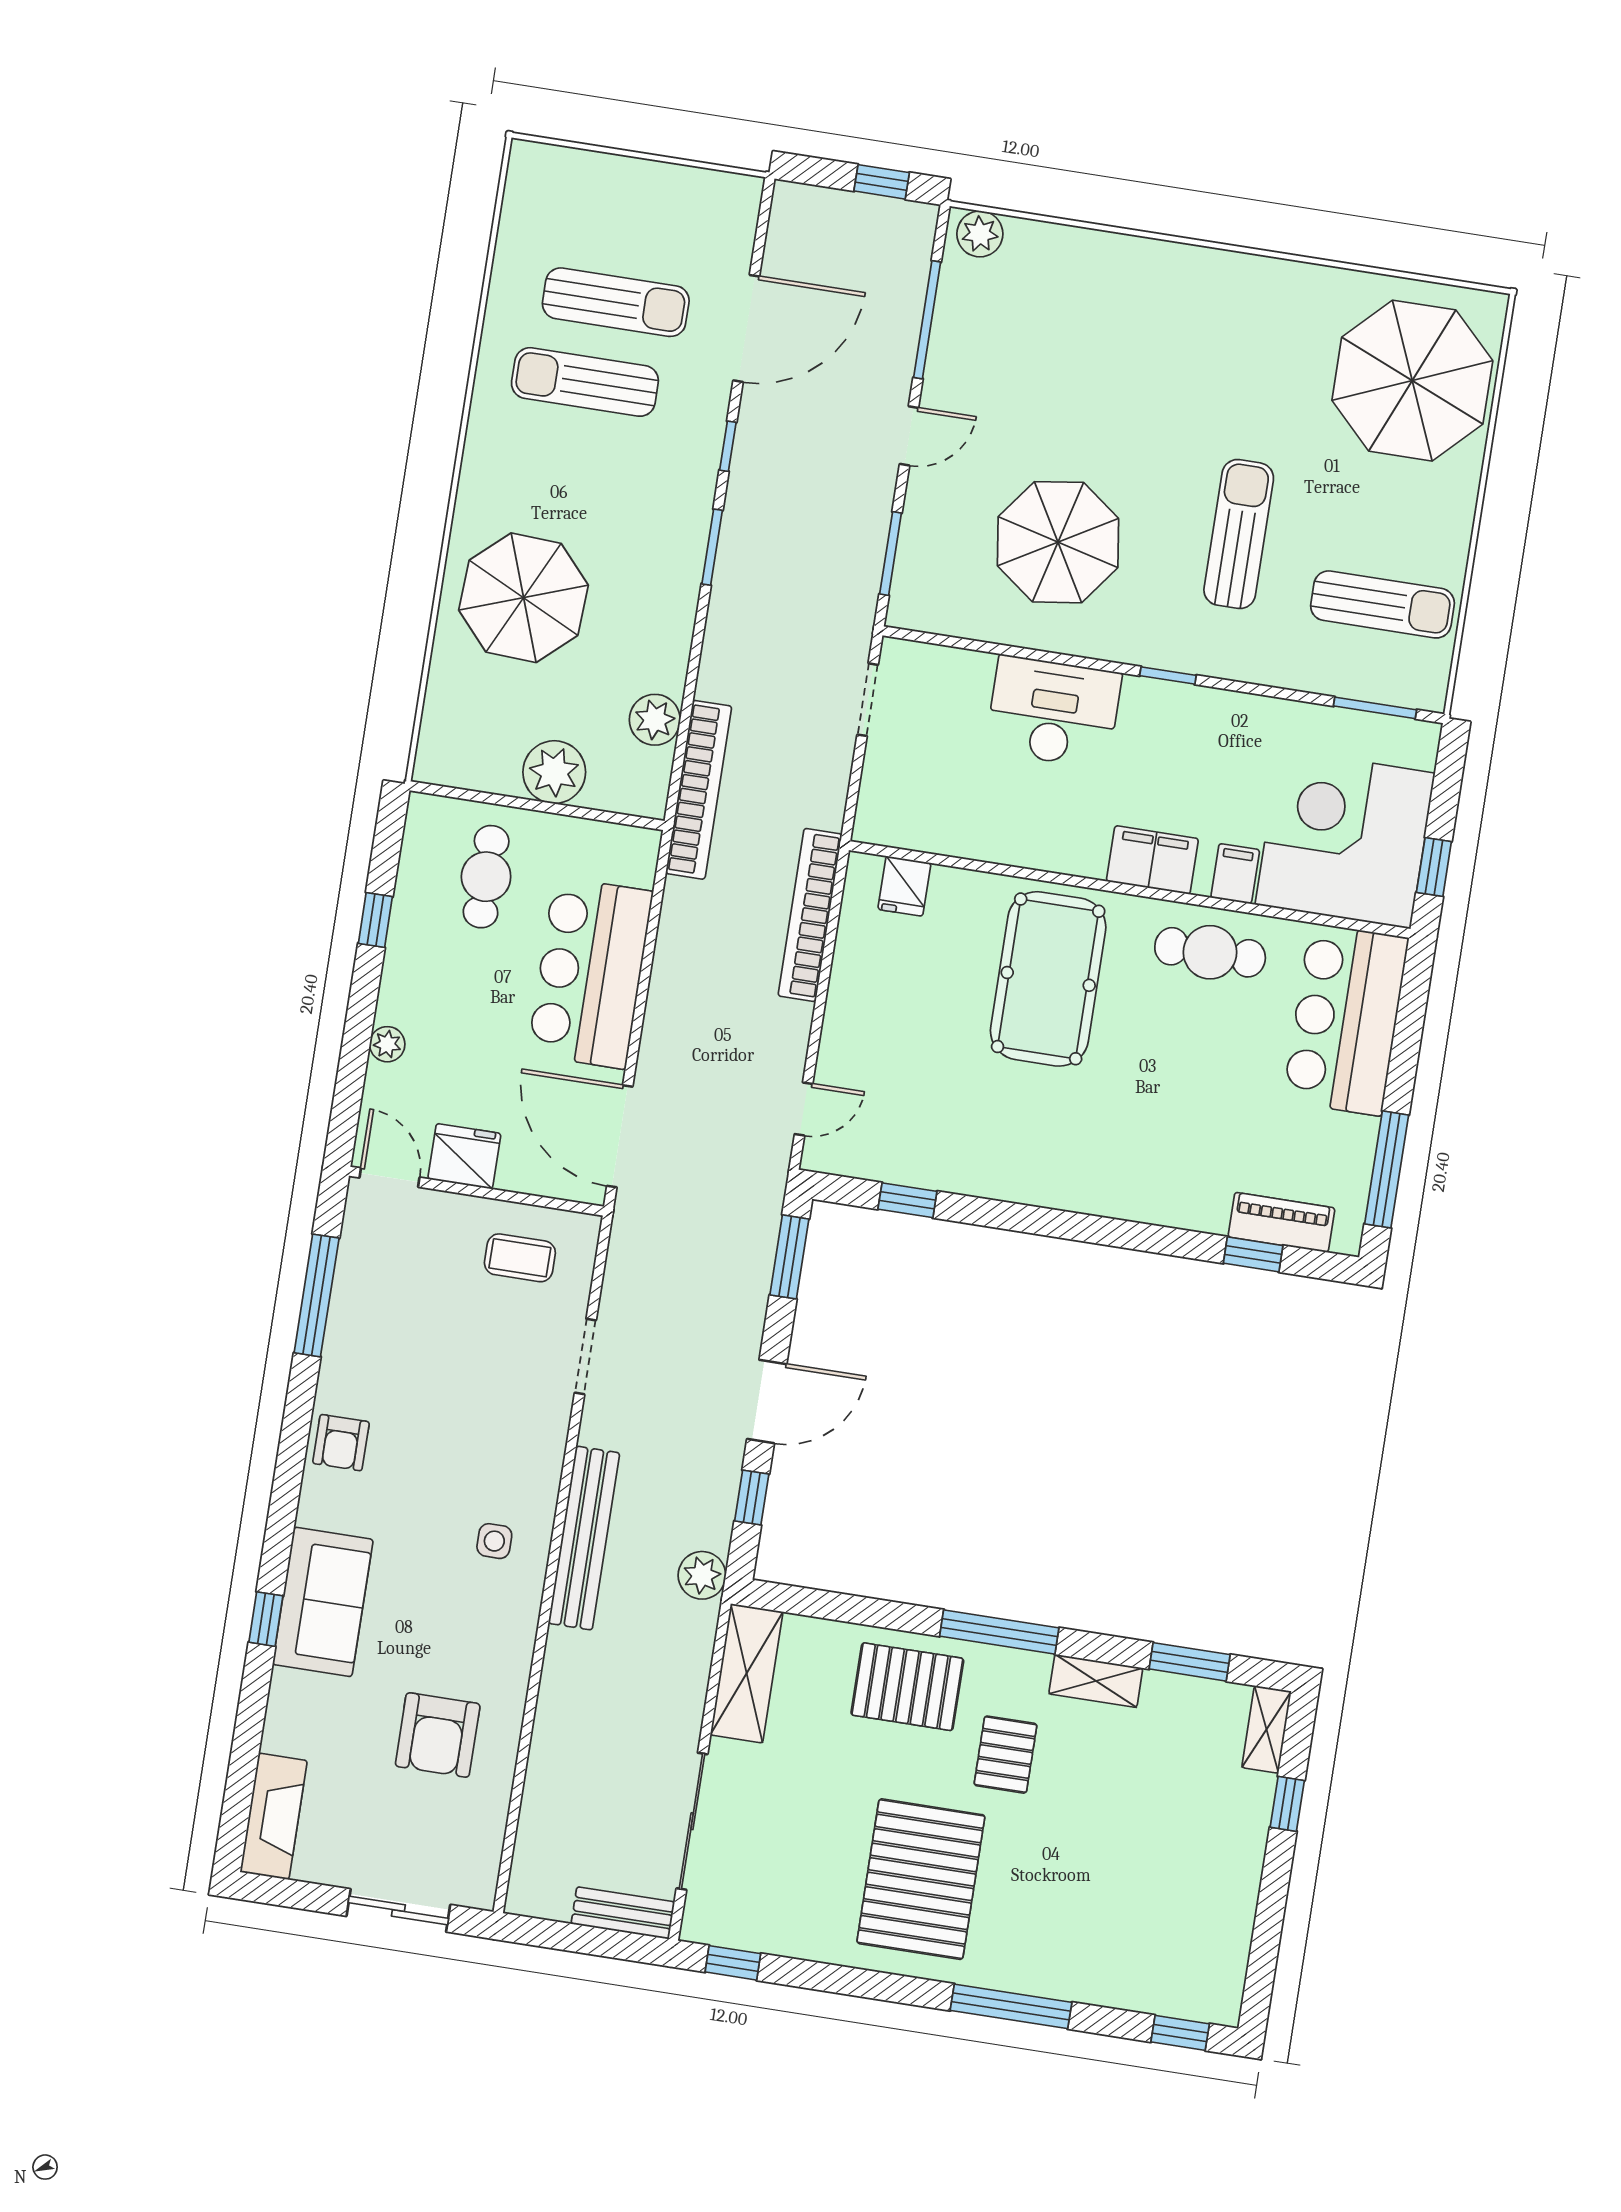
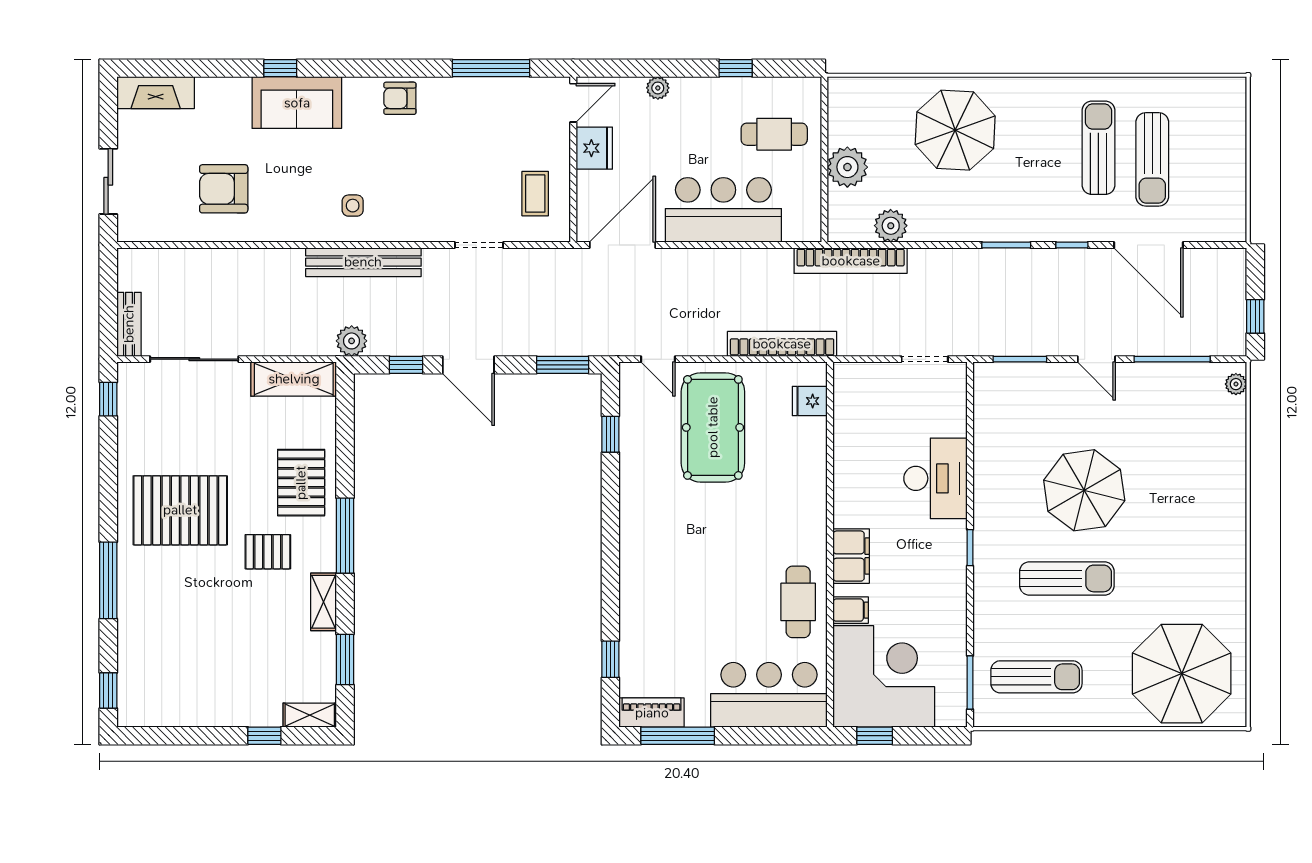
plant: (980, 234) -> (1236, 384), width x0.73, depth x0.73
parasol: (1058, 542) -> (1084, 490), moved
sun lounger: (1382, 604) -> (1036, 677), turned -90
pool table: (1048, 979) -> (713, 427), moved, turned 90
piano: (1281, 1222) -> (652, 713), moved, turned -90

